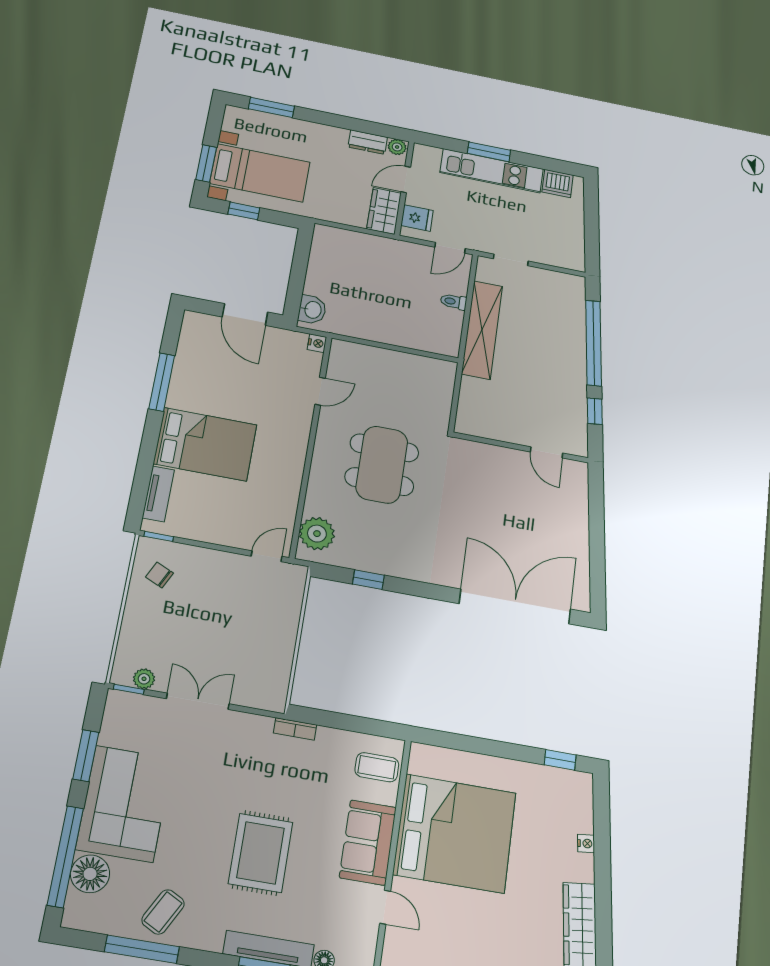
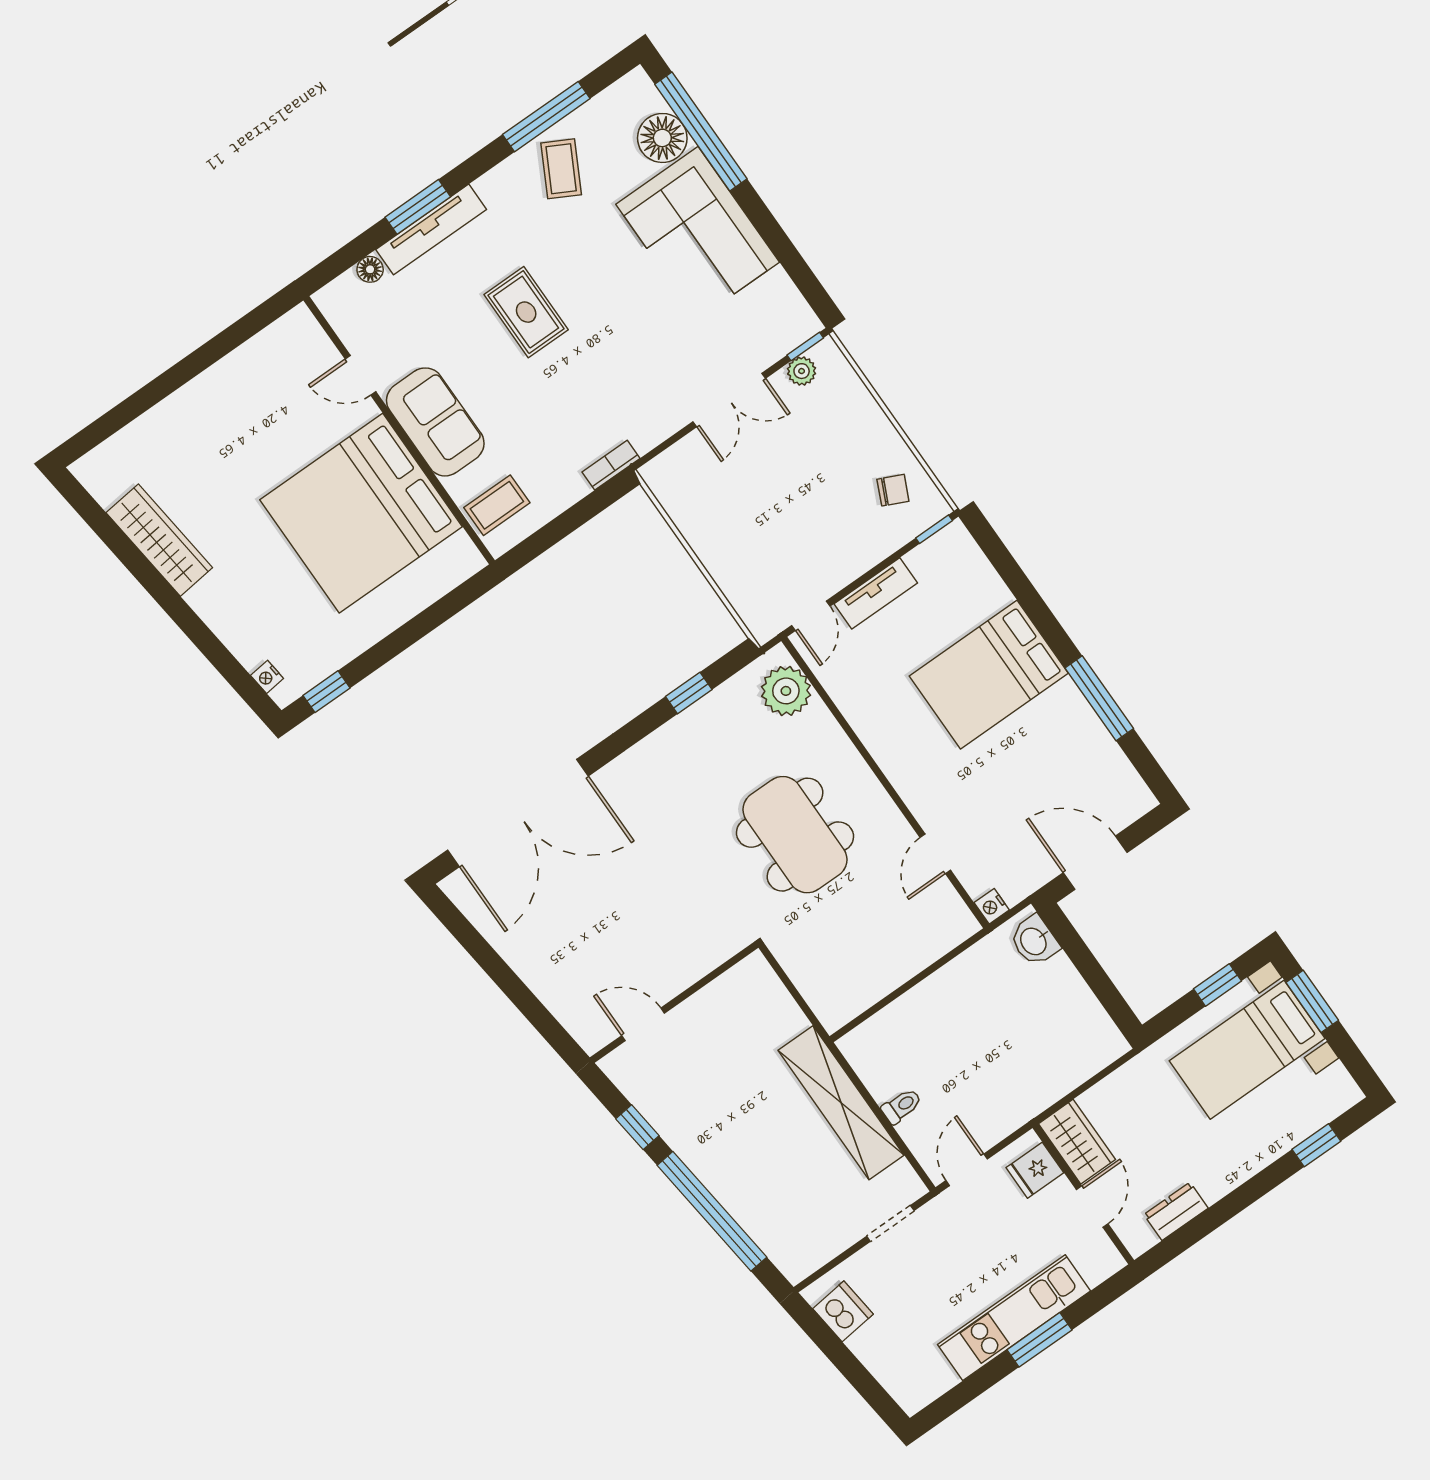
window: (271, 107) -> (1316, 1145), width x0.67
plant: (397, 147) -> (1140, 1239), removed
dishwasher: (558, 183) -> (843, 1311), moved, turned 84
tv unit: (158, 494) -> (876, 593), moved, turned -90
window: (86, 756) -> (779, 243), removed
nightstand: (586, 843) -> (267, 677), moved
rug: (261, 853) -> (526, 312), width x0.73, depth x0.70

